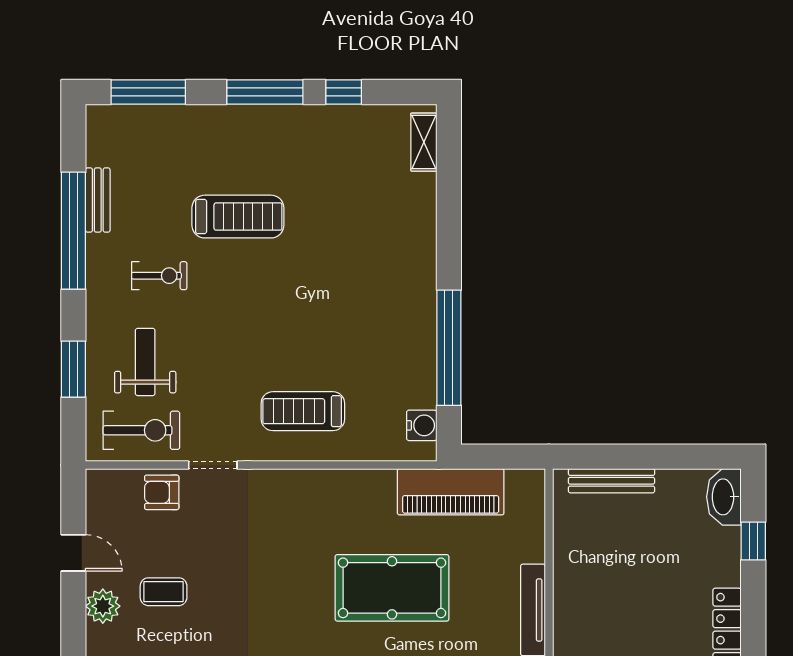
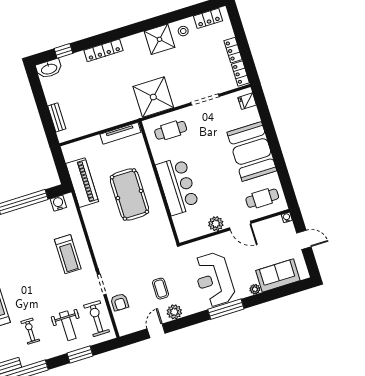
weight bench: (145, 362) -> (68, 326), turned -90
bench: (611, 481) -> (57, 117), width x0.73

